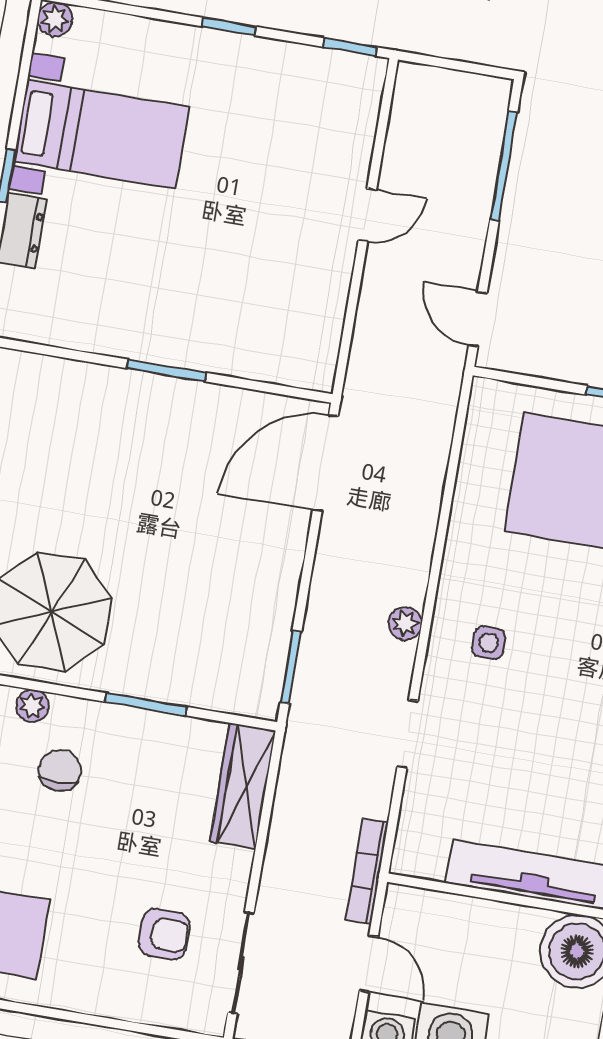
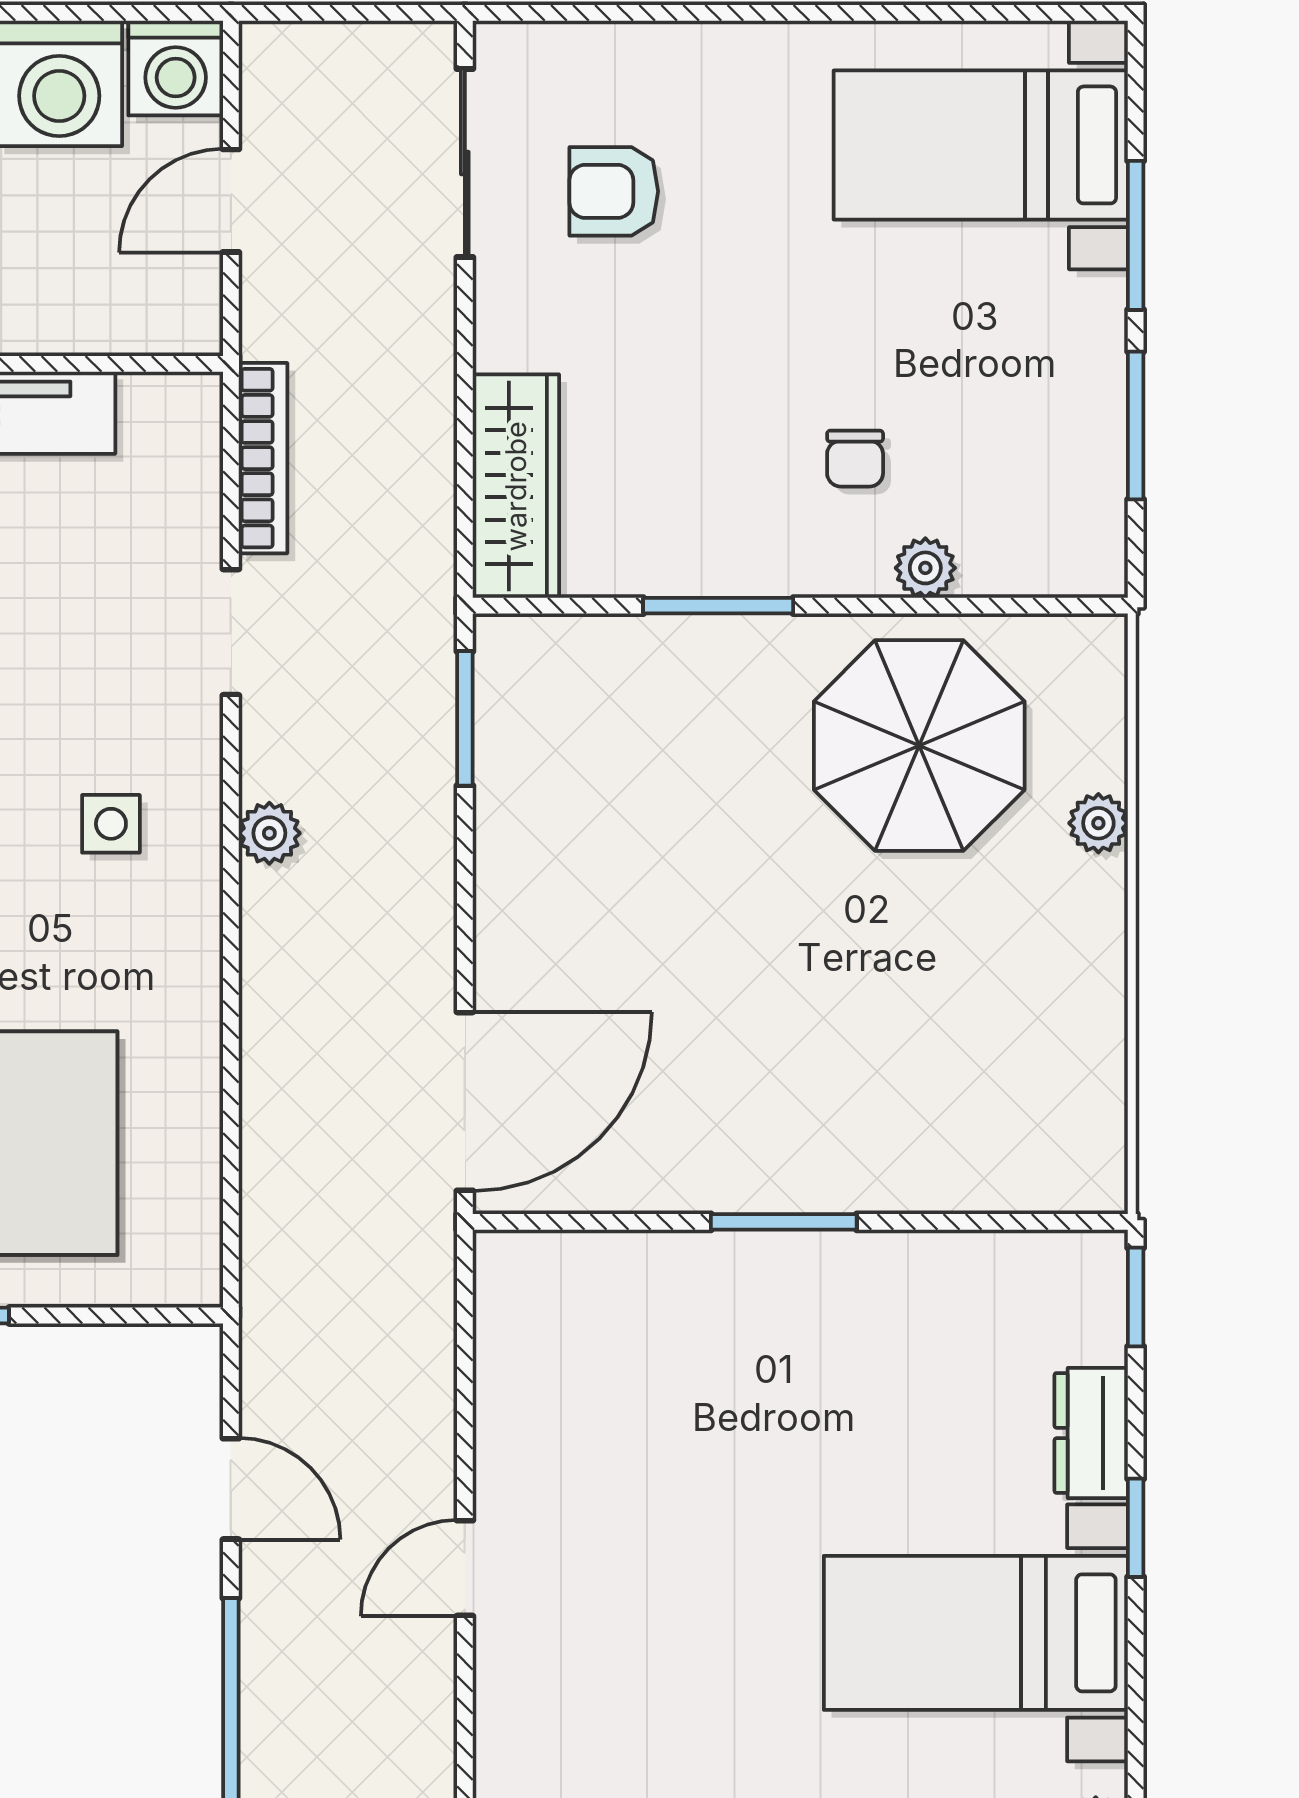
door: (478, 319) -> (231, 1489), moved
chair: (60, 770) -> (855, 459), width x0.73, depth x0.73
bookcase: (367, 871) -> (263, 458), moved
door: (369, 964) -> (231, 201), hinge flipped

